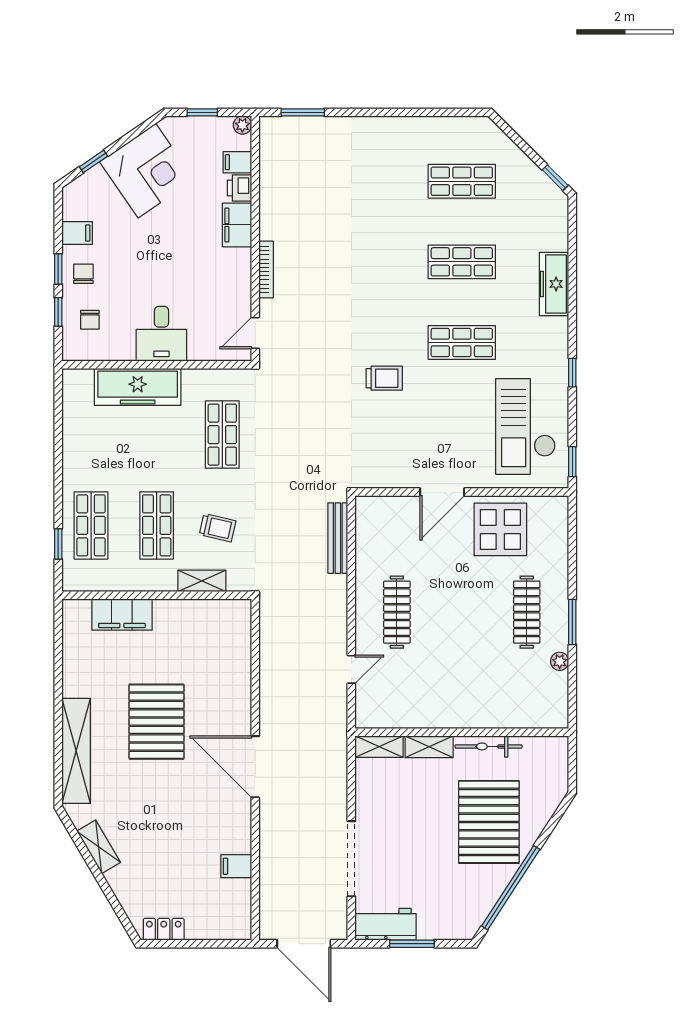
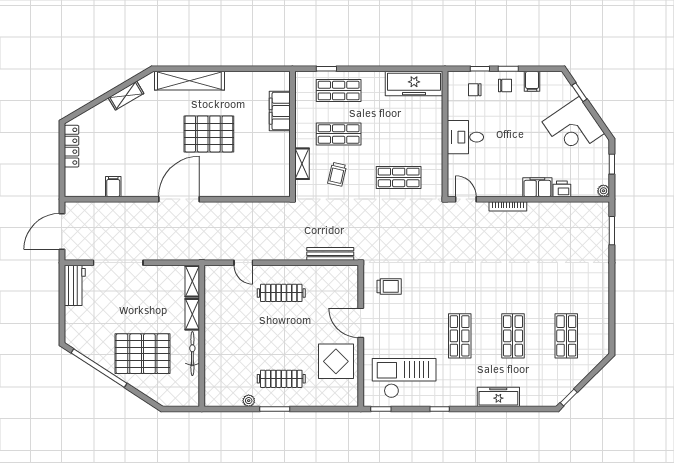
filing cabinet: (237, 162) -> (579, 187), removed
trolley: (384, 378) -> (389, 286), moved, turned -90
freezer: (138, 387) -> (414, 83), moved, turned -90
locker: (164, 929) -> (72, 146), width x1.53
window: (412, 944) -> (62, 303), removed

